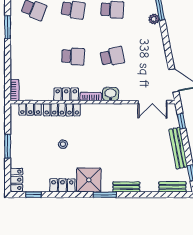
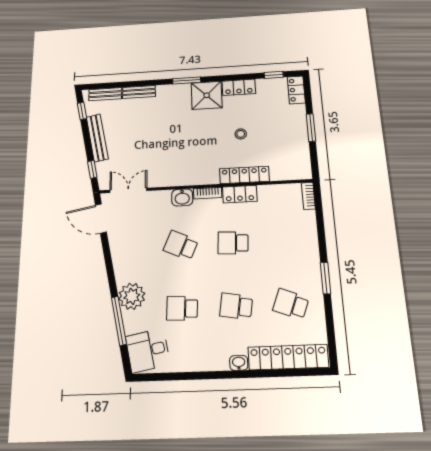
plant: (154, 19) -> (132, 296), width x1.88, depth x1.88
school desk: (112, 56) -> (181, 245), turned 36
locker: (30, 109) -> (286, 173), removed
bench: (126, 187) -> (139, 92), moved

